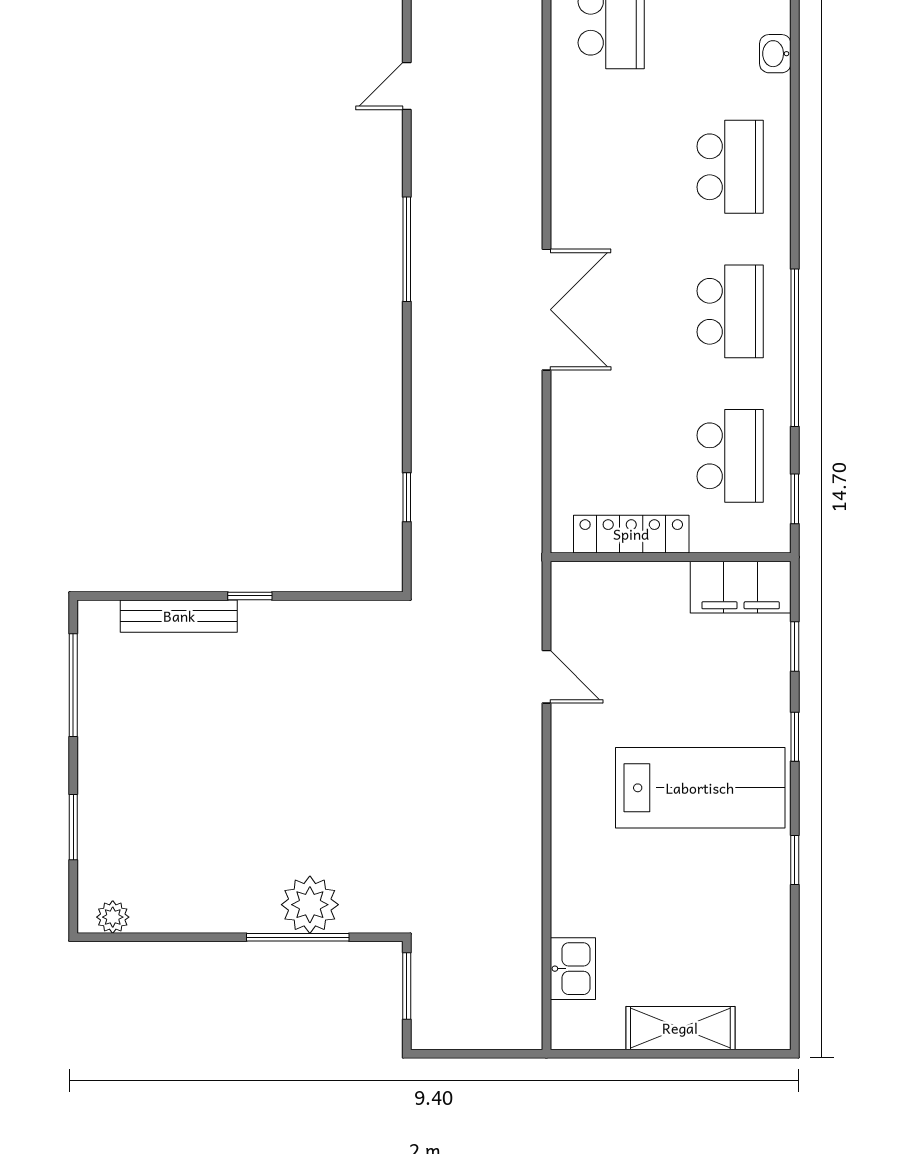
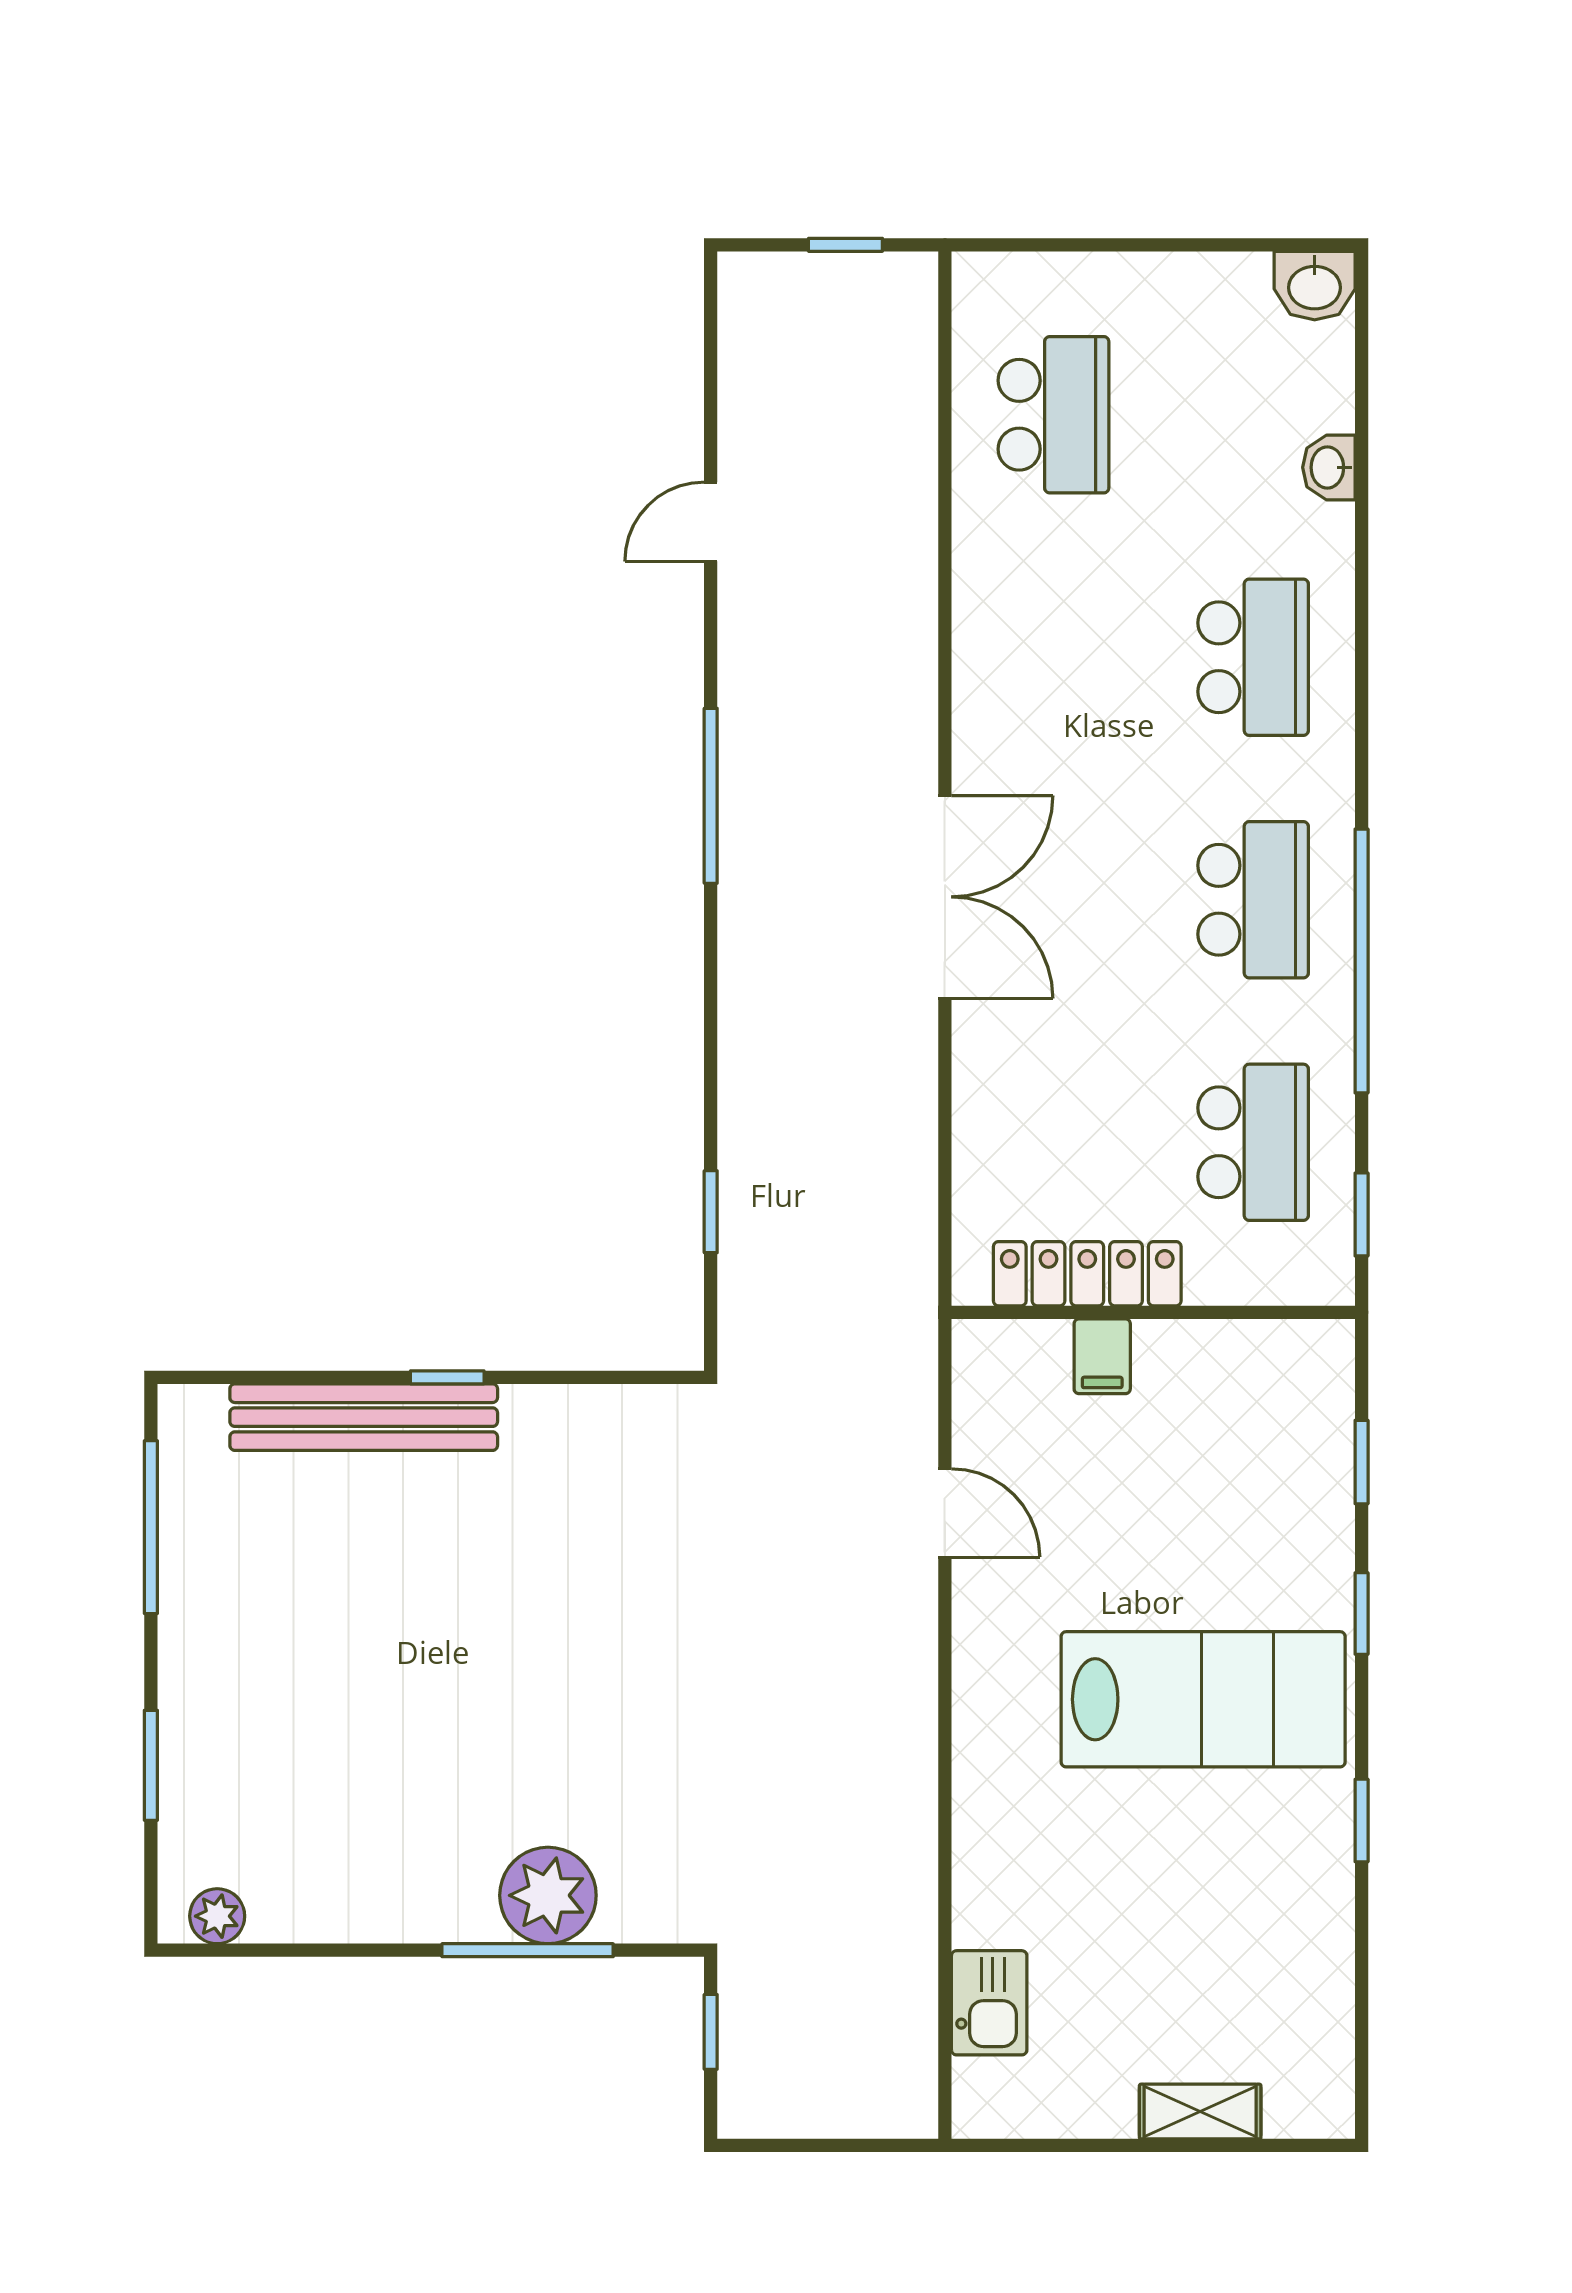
filing cabinet: (741, 587) -> (1102, 1356), moved, width x0.33, depth x0.86
bench: (179, 616) -> (364, 1417), width x1.37, depth x1.21
window: (407, 986) -> (711, 2032), width x0.67
shelving: (680, 1028) -> (1200, 2112), width x0.67, depth x0.75

